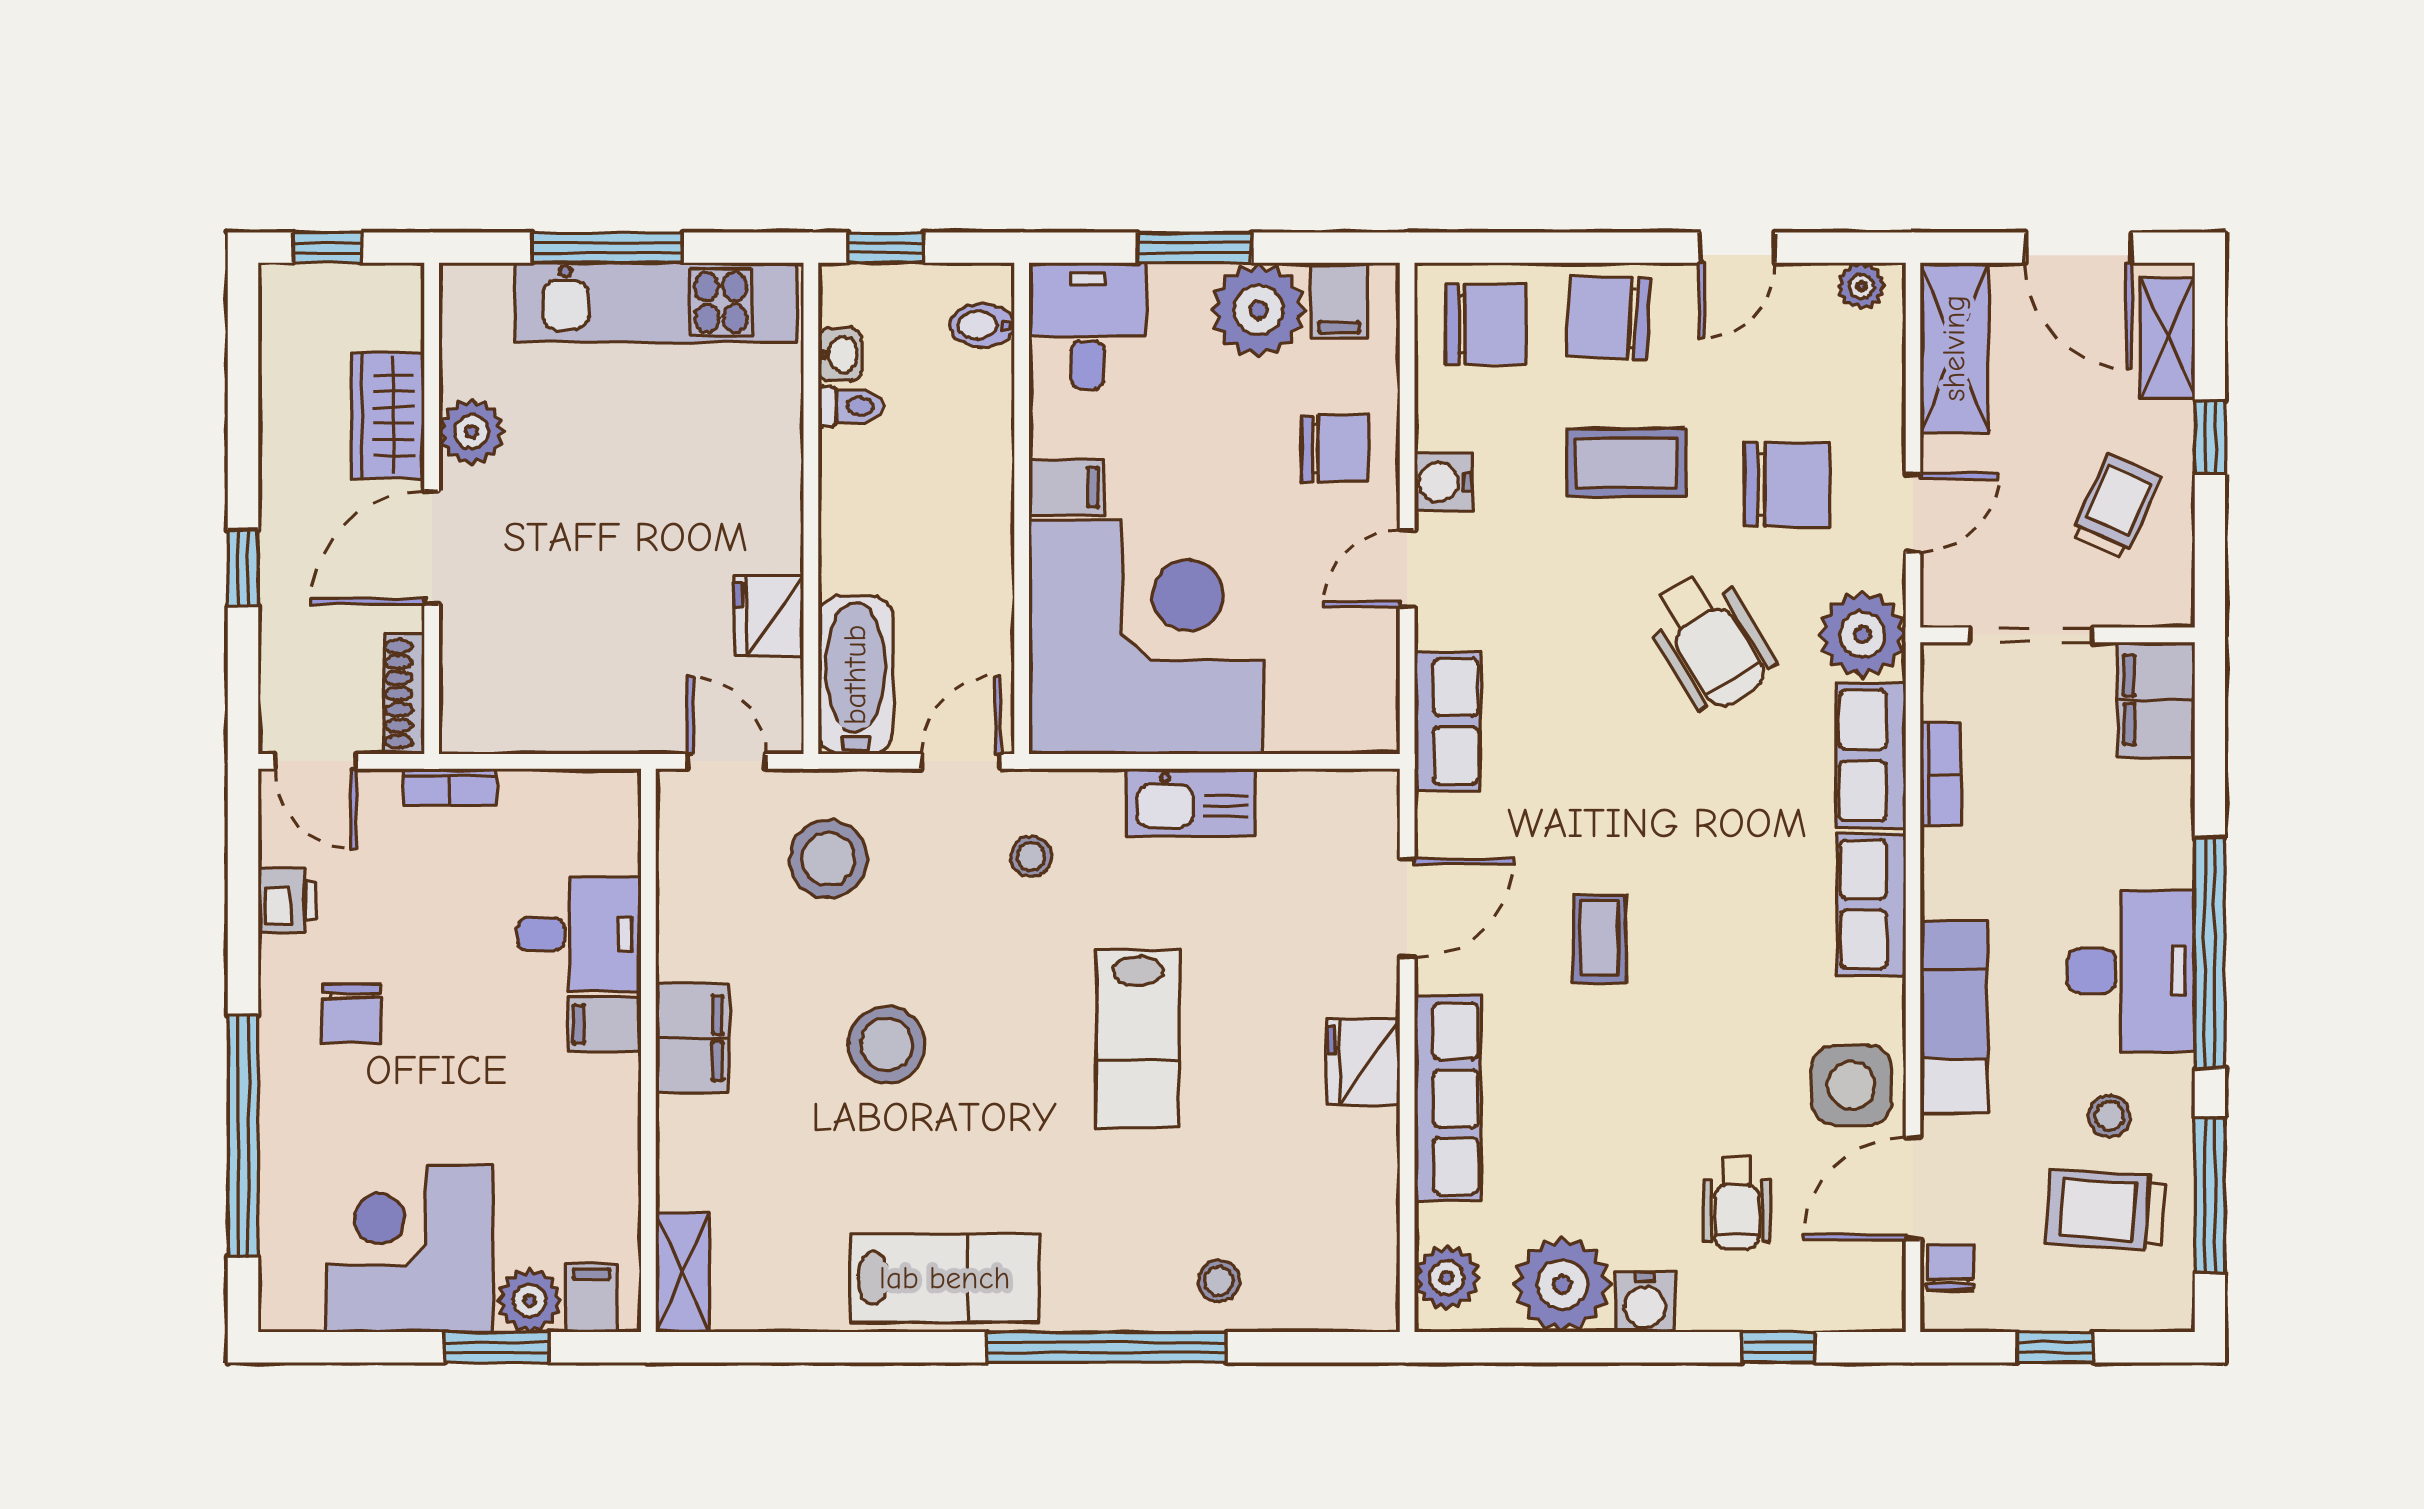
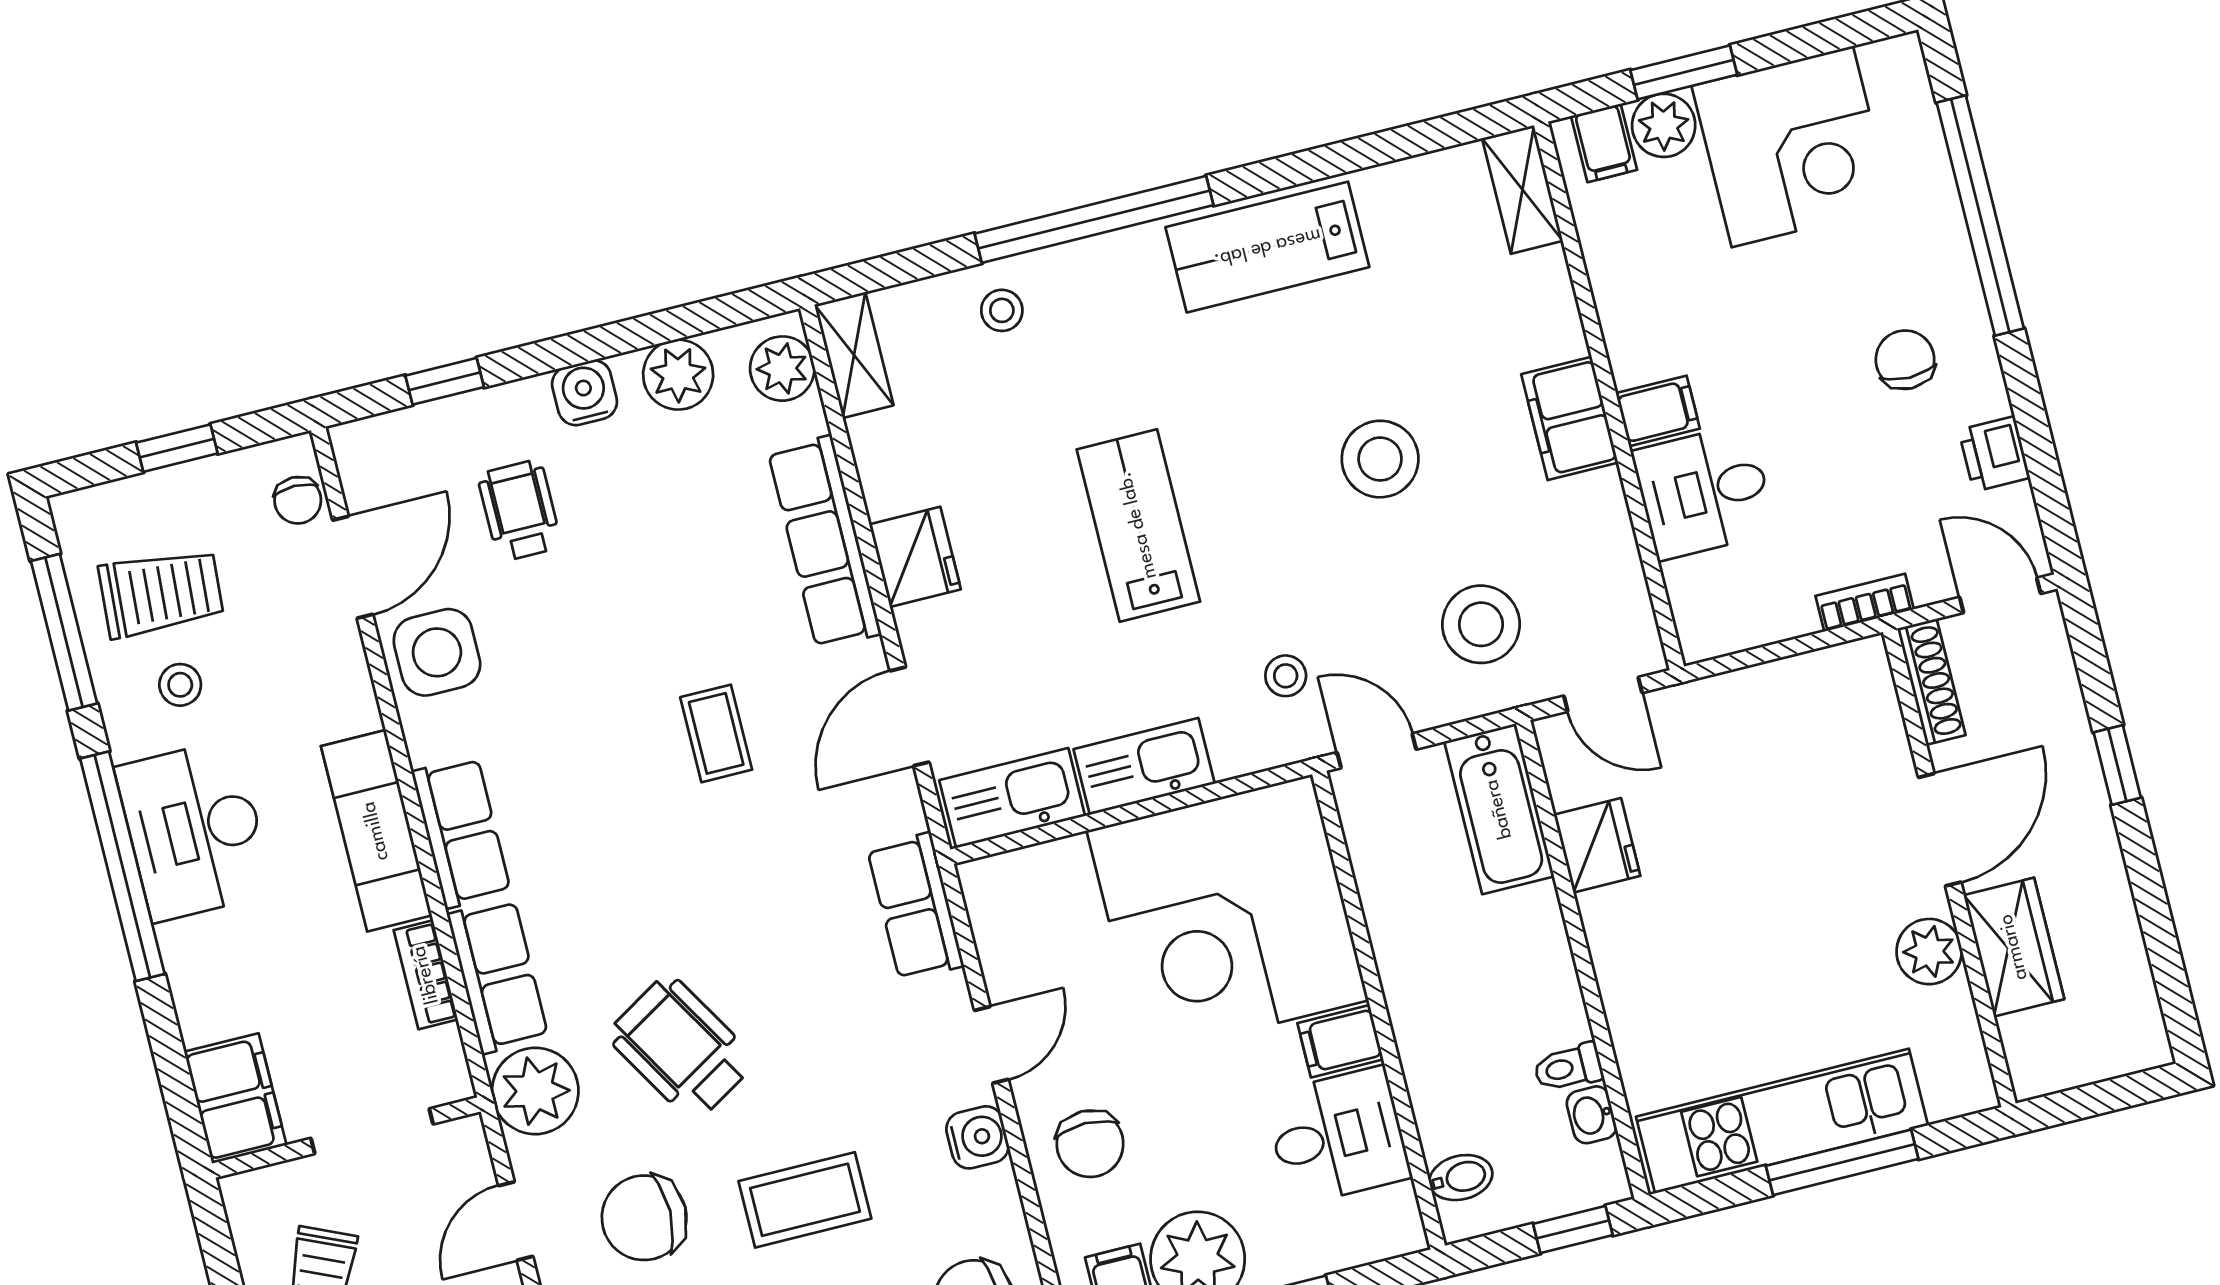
window: (327, 248) -> (2113, 1095), removed
desk: (1088, 326) -> (1338, 1136), moved, turned -90
chair: (1335, 448) -> (1090, 1144), turned -90
door: (961, 761) -> (1377, 751), swing flipped
kitchen sink: (1327, 804) -> (1012, 798), added
exam couch: (1954, 1017) -> (376, 831), moved
shelving: (1374, 1274) -> (854, 355), added
plant: (1562, 1284) -> (678, 375), width x0.73, depth x0.73

